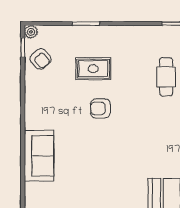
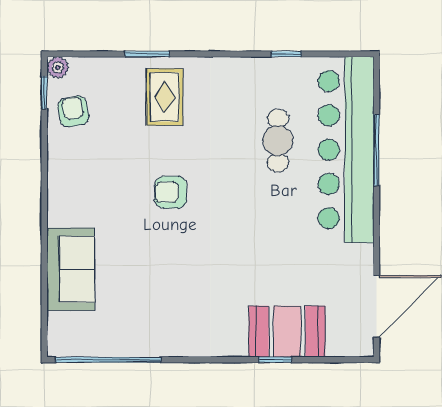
armchair: (41, 59) -> (73, 111), turned -149
rug: (93, 69) -> (165, 97), moved, turned 90

